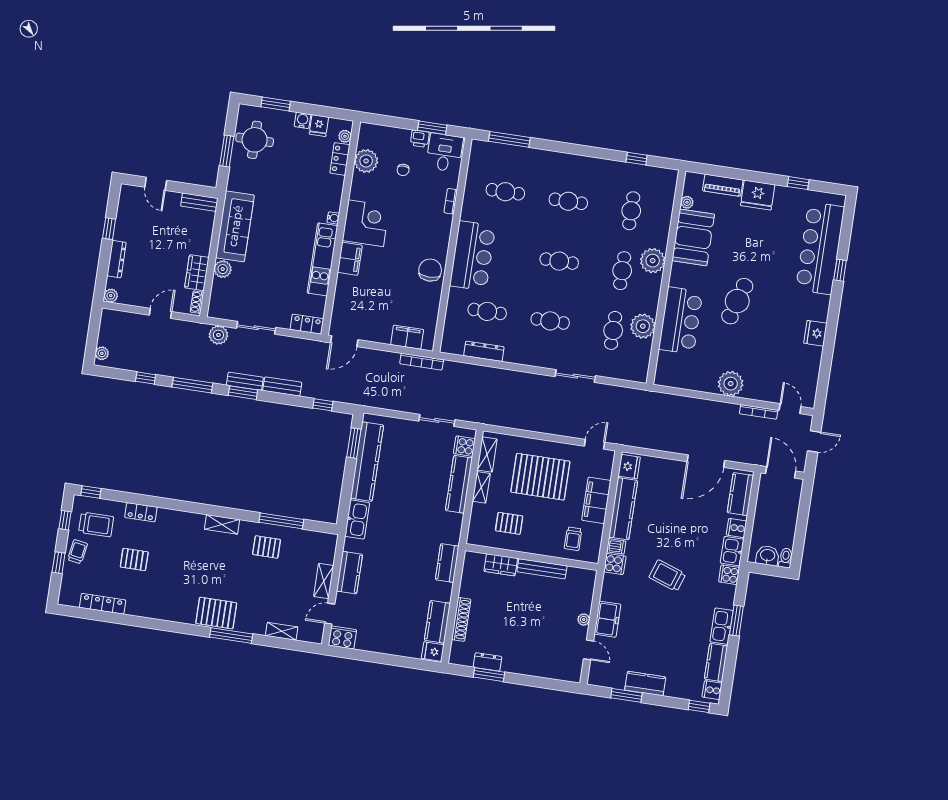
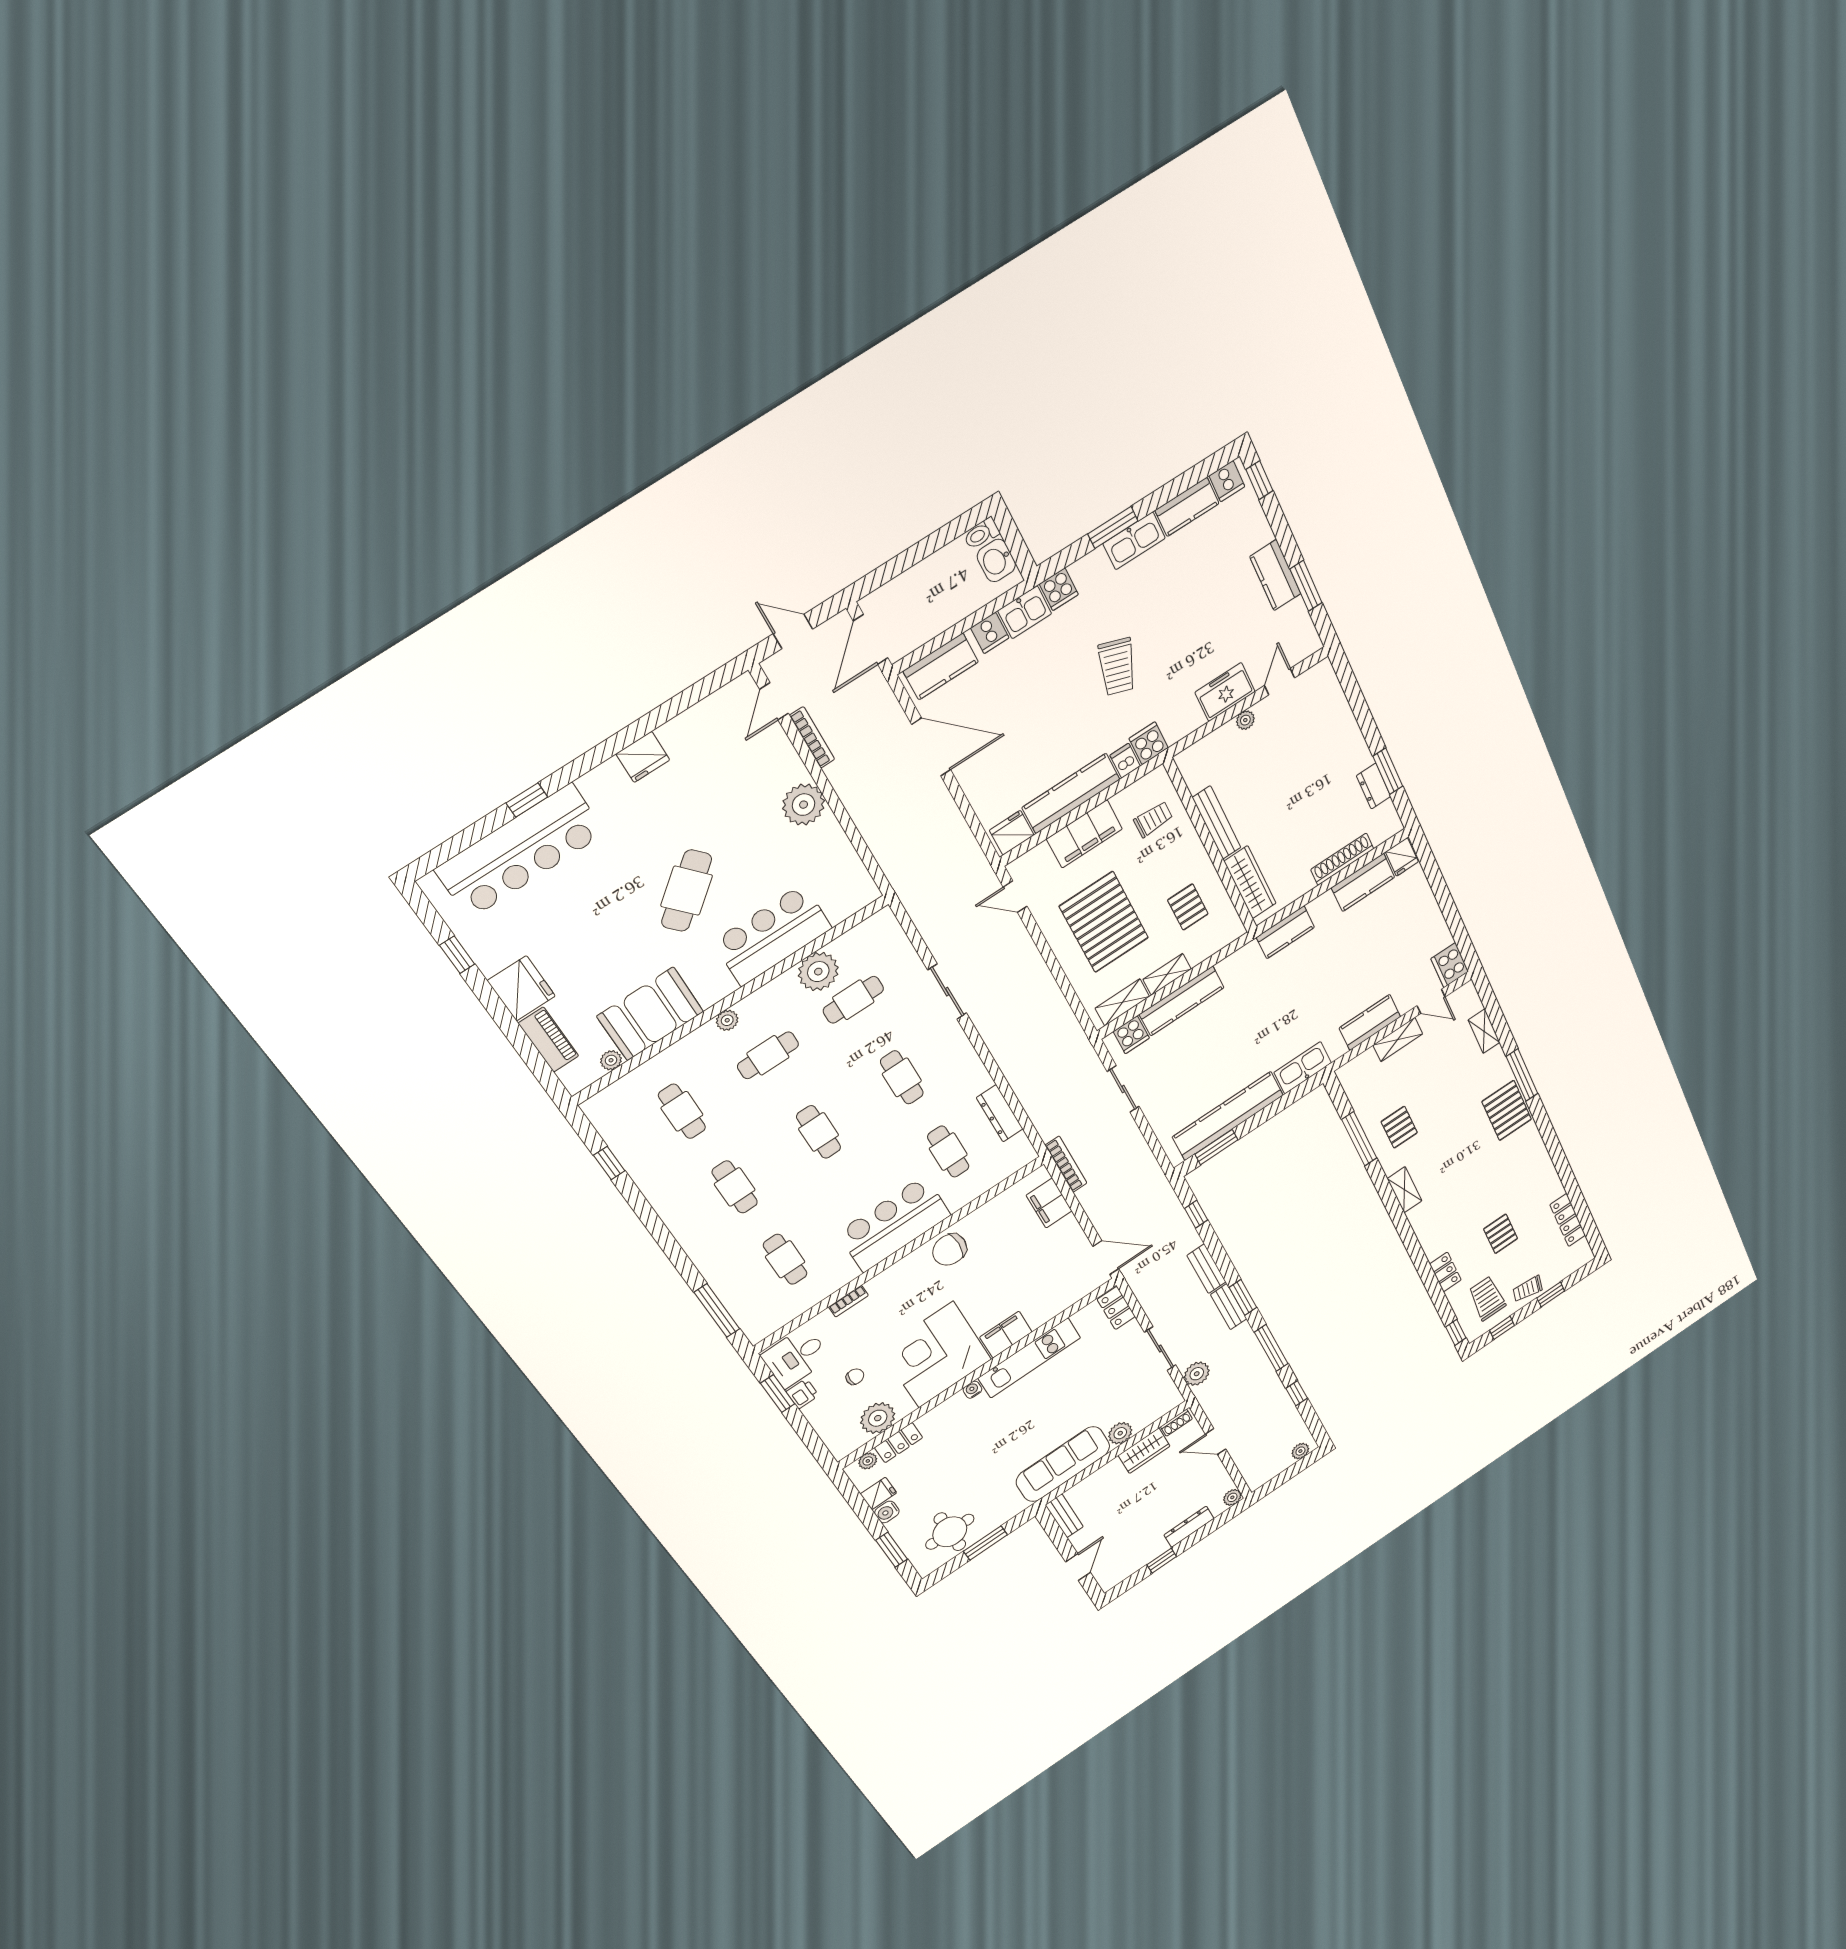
cafe table: (631, 211) -> (682, 1111), turned 90
corner desk: (366, 223) -> (936, 1355), width x1.36, depth x1.36
plant: (653, 261) -> (727, 1020), width x0.53, depth x0.53
cafe table: (737, 301) -> (687, 891), turned -58
wardrobe: (501, 565) -> (1250, 882), width x1.50

